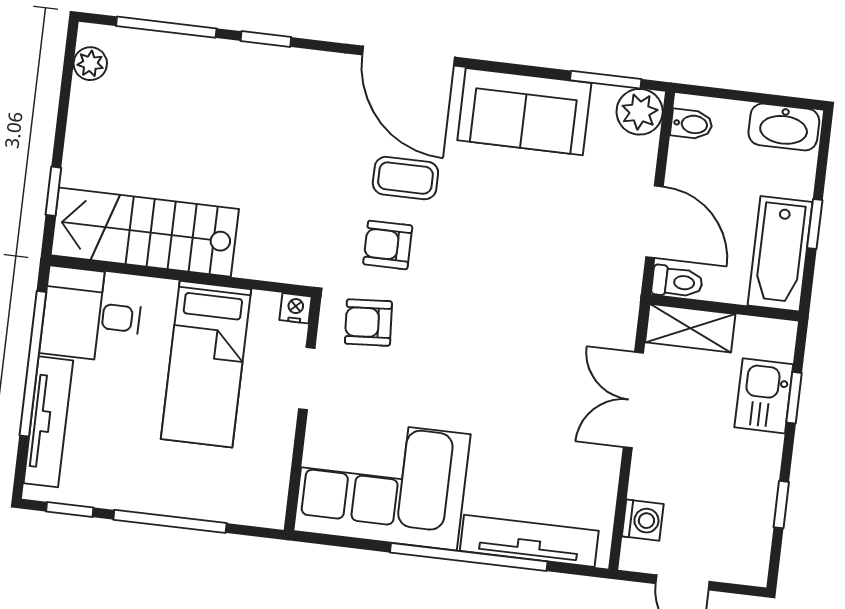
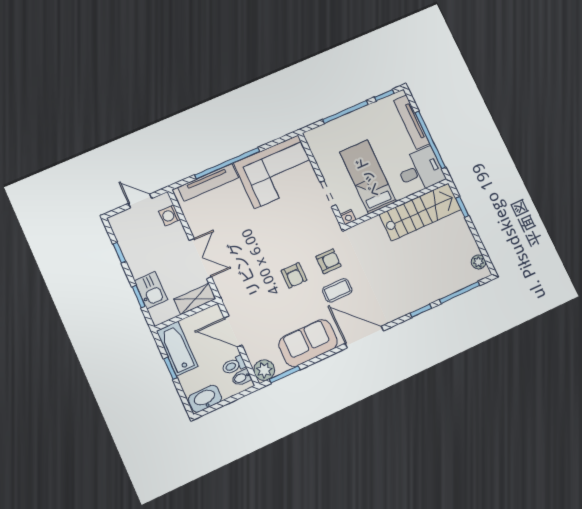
toilet: (677, 282) -> (234, 365), moved
armchair: (368, 322) -> (294, 275), moved, turned 94

